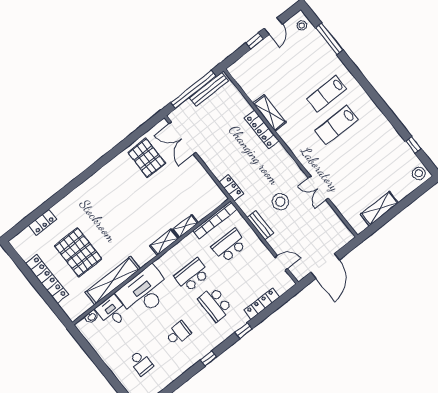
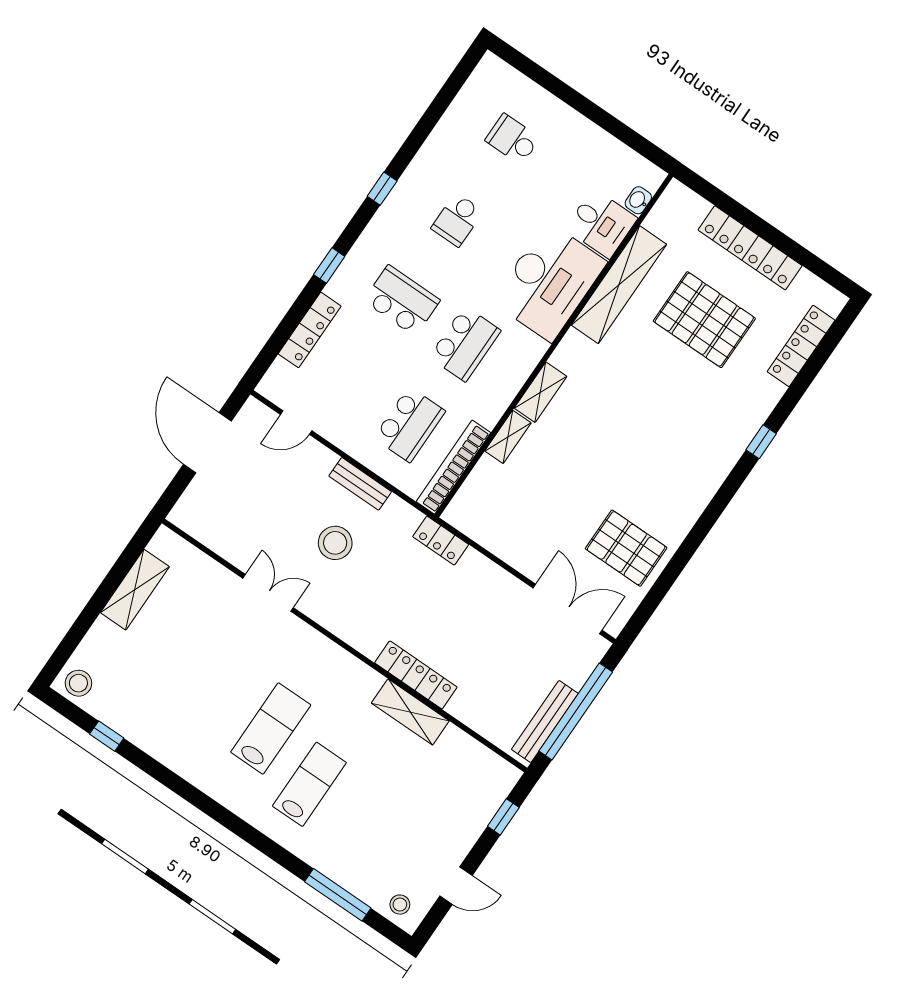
door: (273, 26) -> (456, 886), swing flipped
window: (255, 41) -> (503, 817), moved
window: (69, 188) -> (761, 442), added
locker: (43, 222) -> (801, 346), width x1.53

